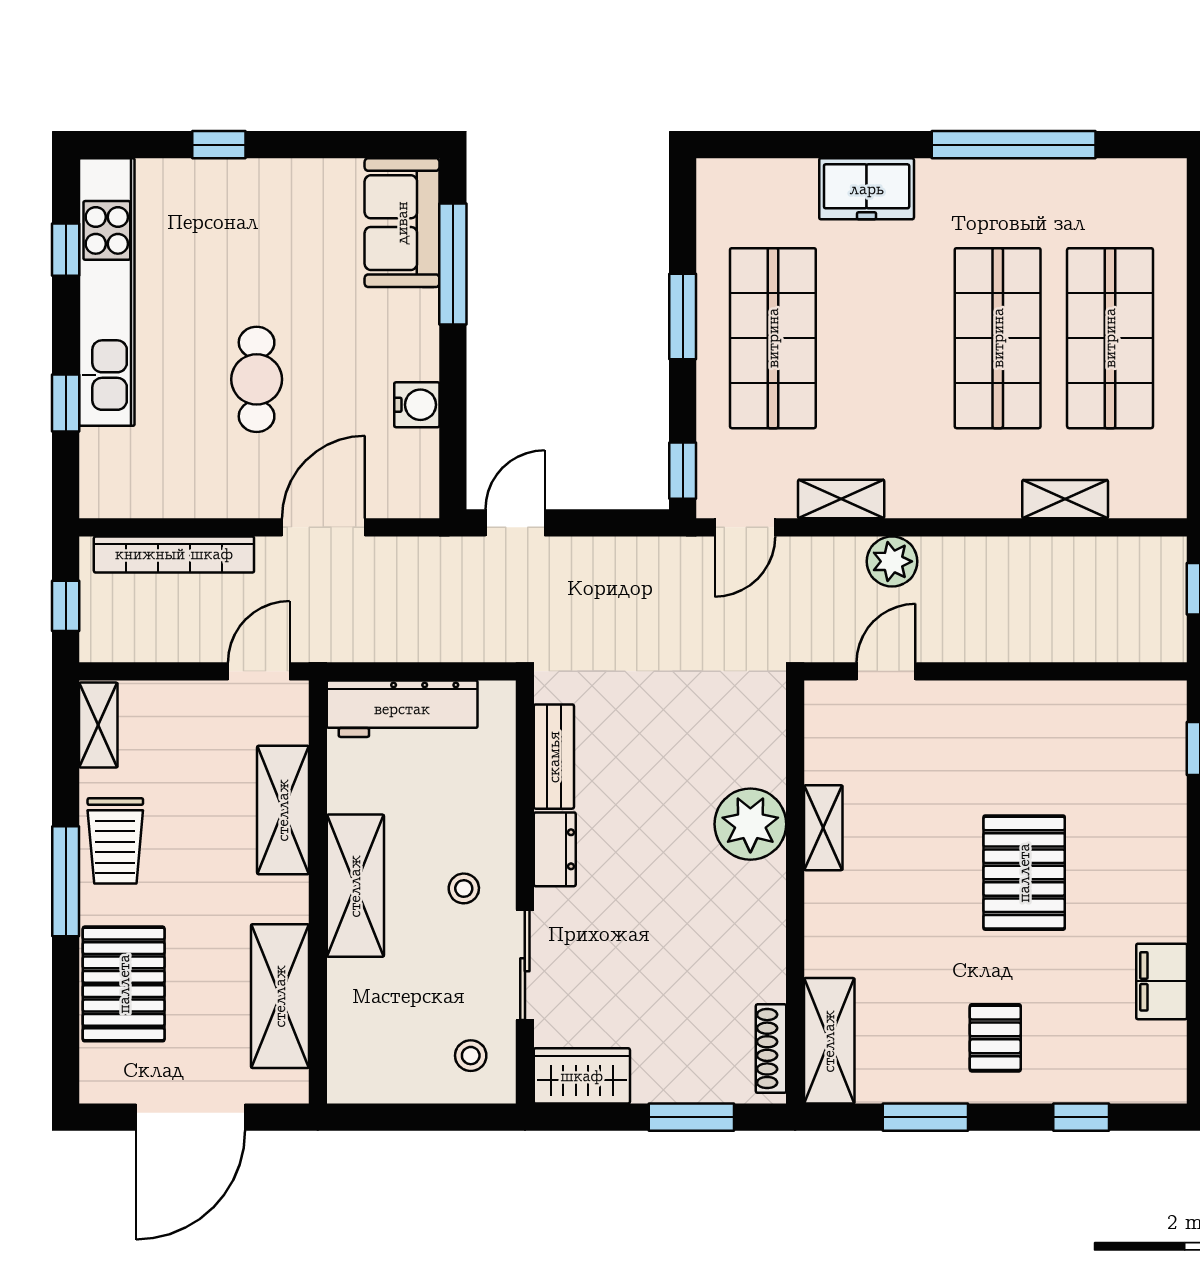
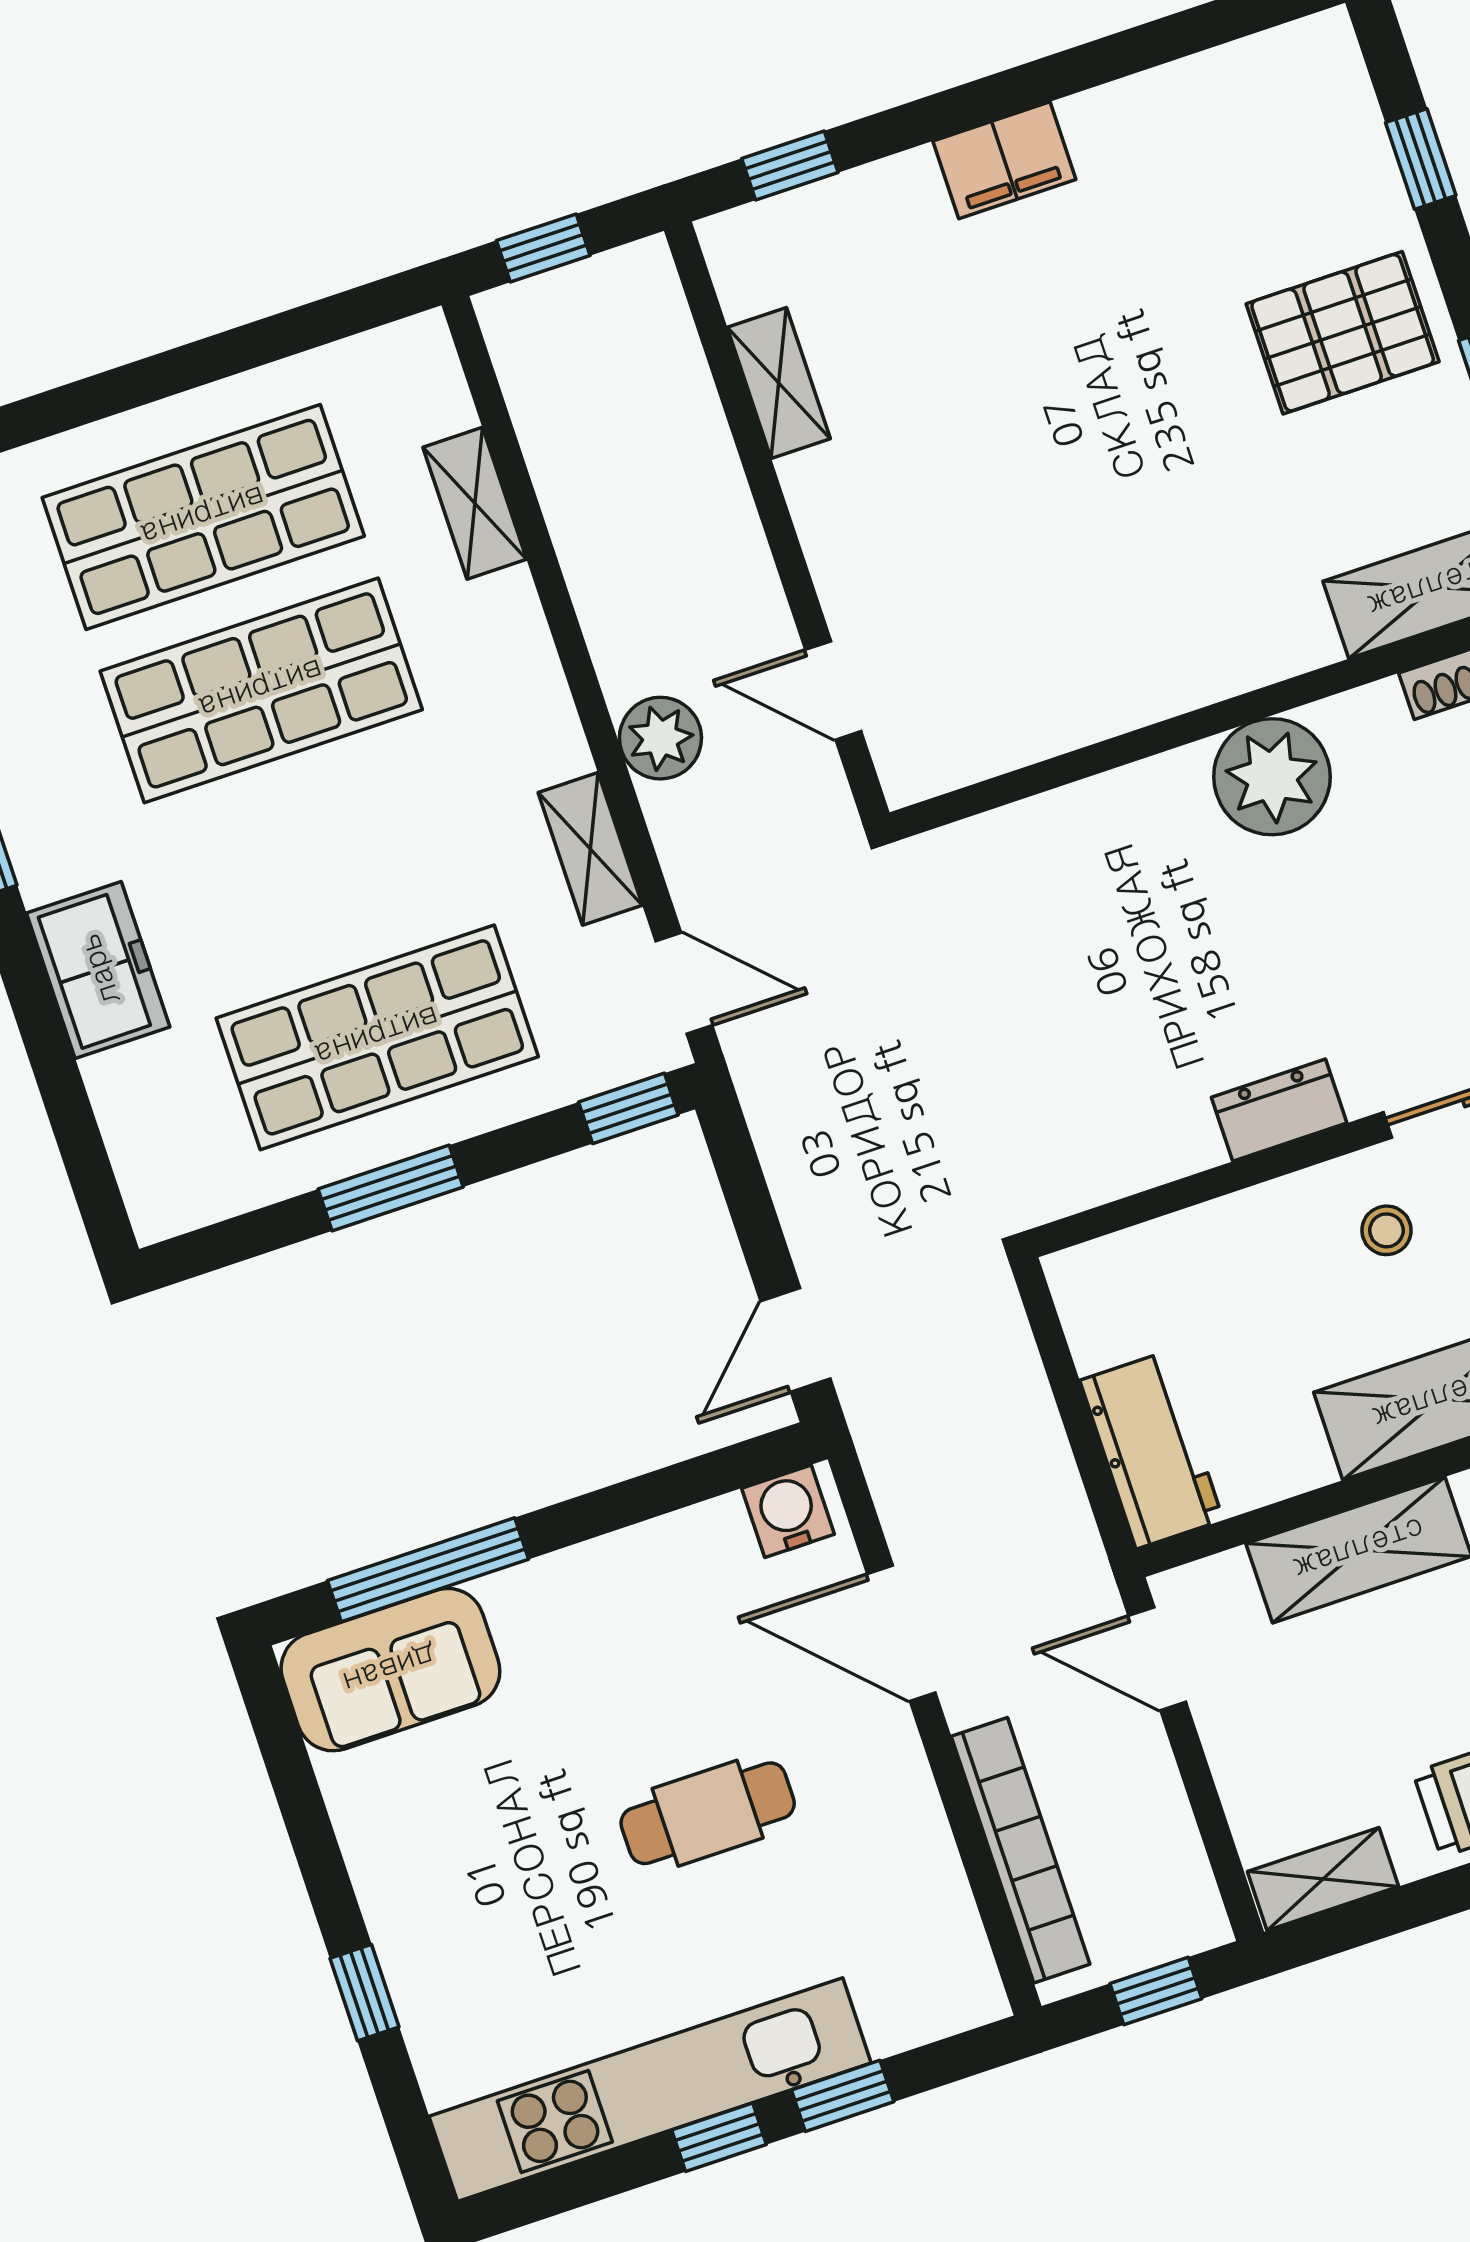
window: (66, 250) -> (719, 2137), moved
water cooler: (417, 405) -> (788, 1511), moved
door: (515, 523) -> (795, 1340), hinge flipped
workbench: (402, 709) -> (1151, 1450), width x0.73
bench: (554, 757) -> (1136, 1159), removed
plant: (750, 824) -> (1272, 777), moved
shelving: (823, 828) -> (779, 383), moved, turned 90
pallet: (1024, 873) -> (1073, 373), removed
filing cabinet: (1162, 981) -> (1004, 160), moved
pallet: (995, 1038) -> (1343, 333), width x1.50, depth x1.42

